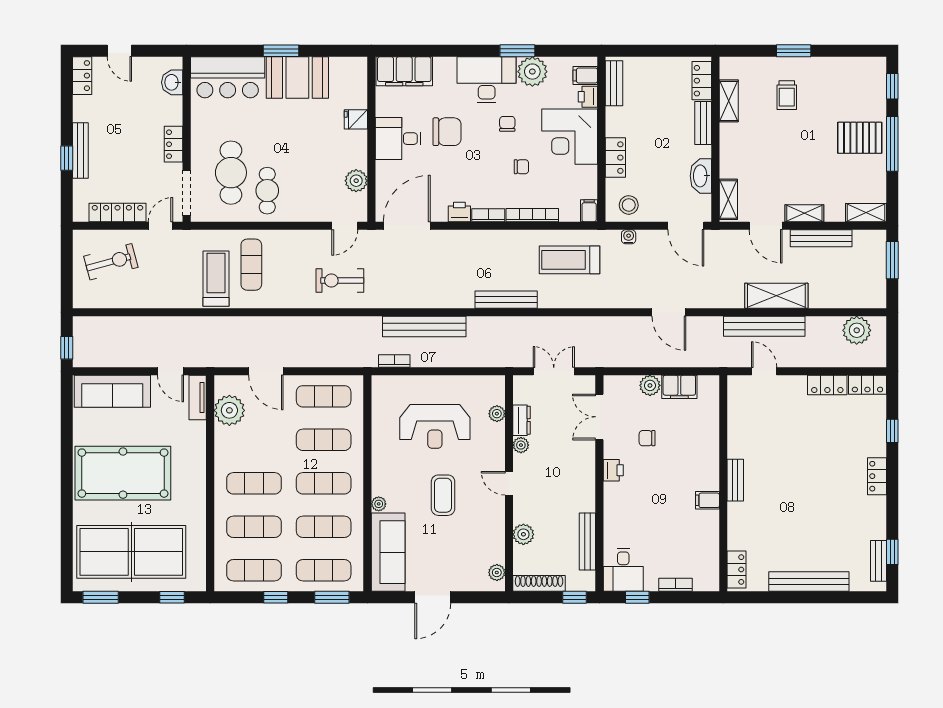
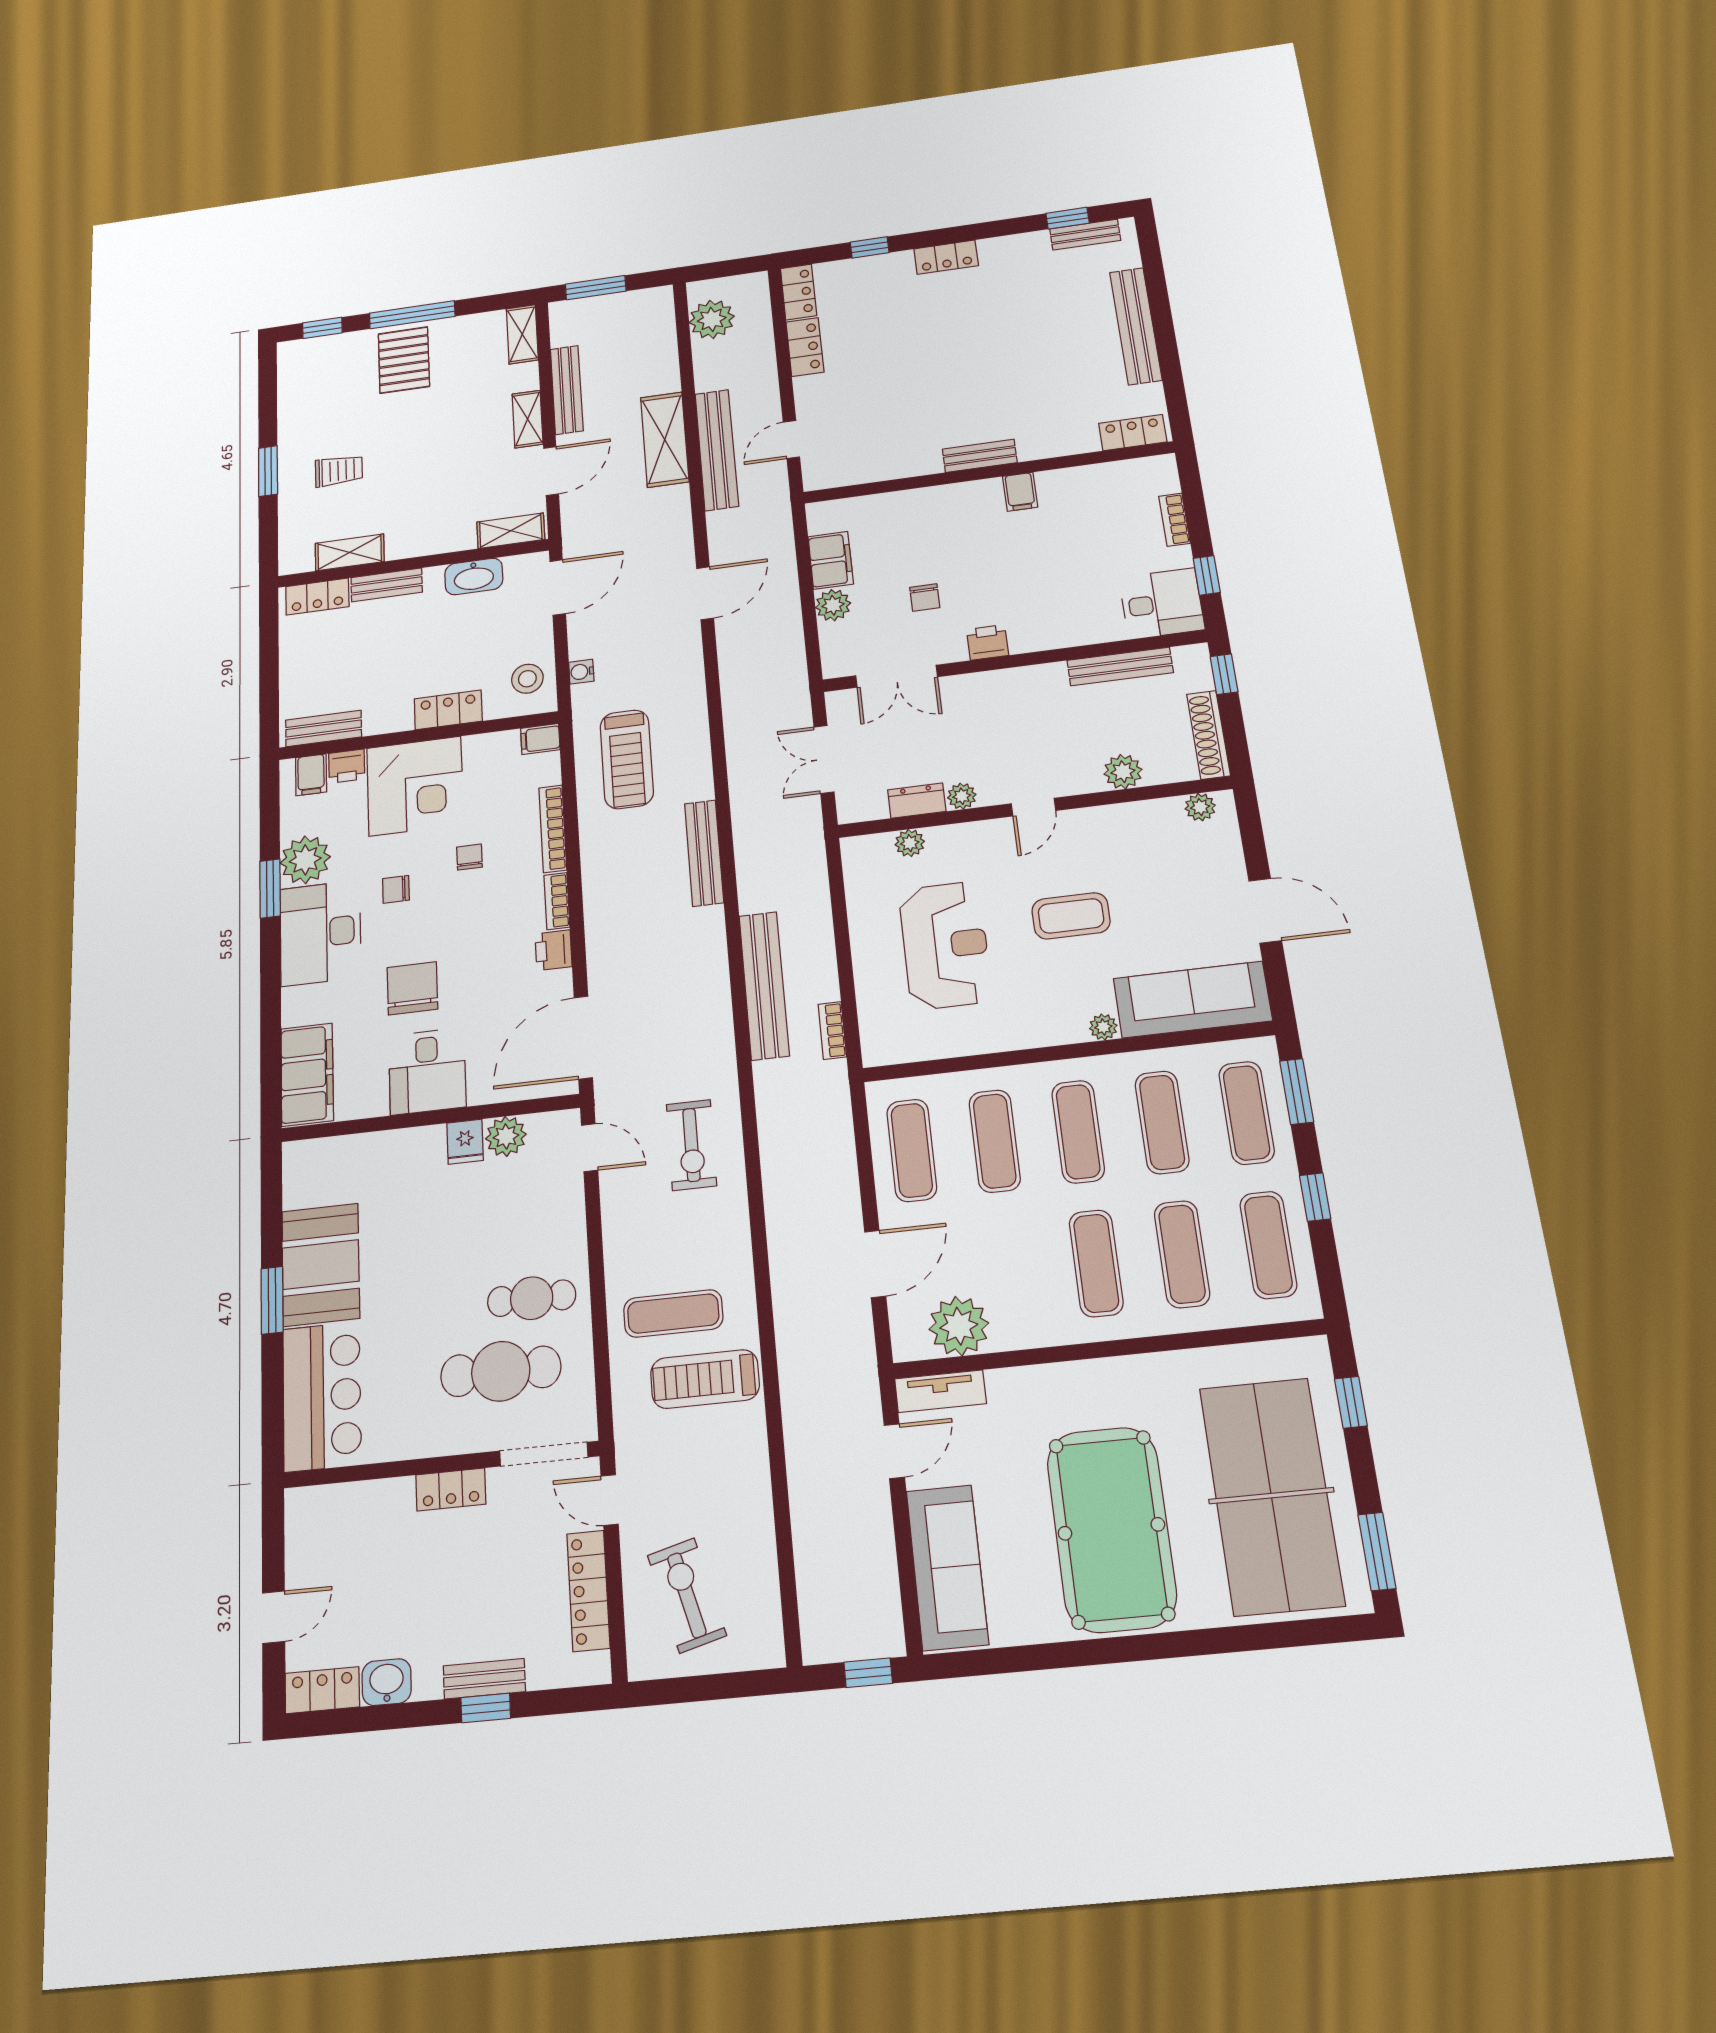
washbasin: (172, 82) -> (387, 1682), moved, turned 180
fridge: (356, 119) -> (465, 1142), moved
bench: (80, 151) -> (484, 1679), width x0.73
door: (407, 226) -> (583, 1037), hinge flipped

